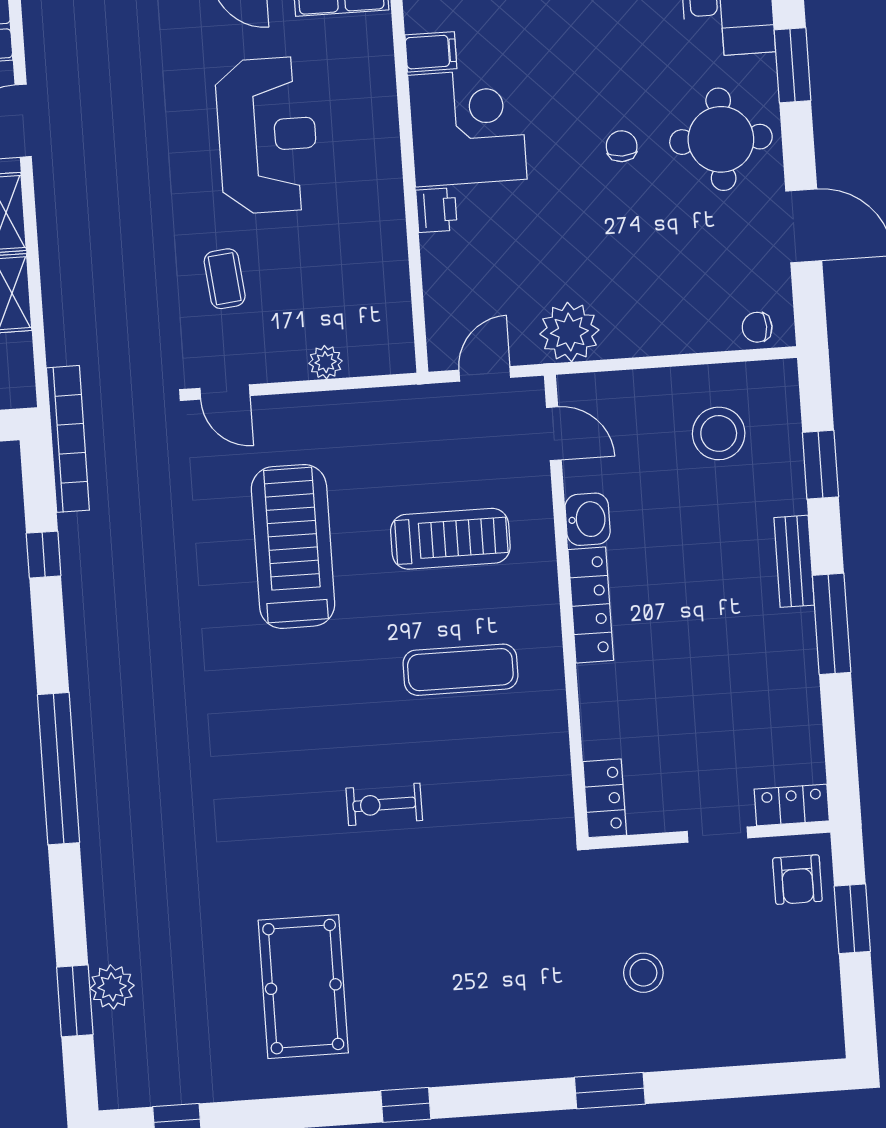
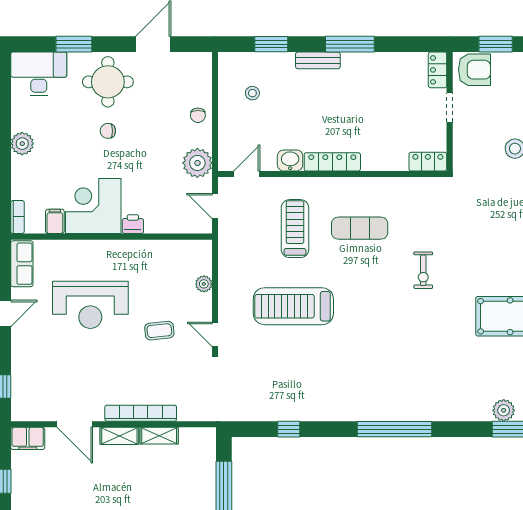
reception desk: (267, 135) -> (90, 305), turned 180
chair: (757, 327) -> (198, 115), moved
door: (225, 392) -> (215, 334), swing flipped
stool: (719, 433) -> (252, 93), width x0.53, depth x0.53
bookcase: (68, 439) -> (141, 413), moved
exercise mat: (460, 670) -> (360, 228), turned 90
armchair: (797, 880) -> (474, 70), width x1.38, depth x1.38

